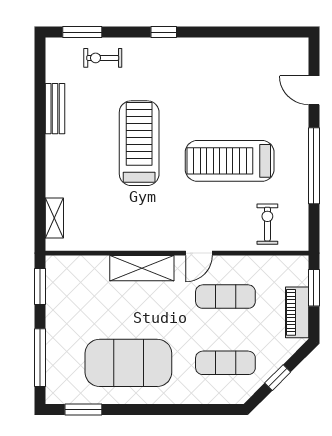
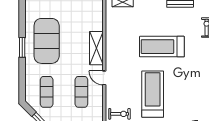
treadmill: (139, 143) -> (162, 47), turned 180
window: (83, 410) -> (22, 47), moved

